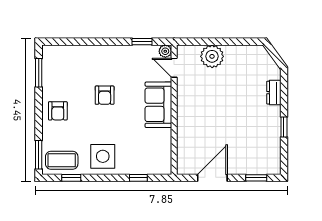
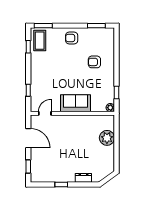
door: (174, 68) -> (45, 113), moved
armchair: (105, 95) -> (94, 62), moved
side table: (103, 156) -> (42, 67), removed

